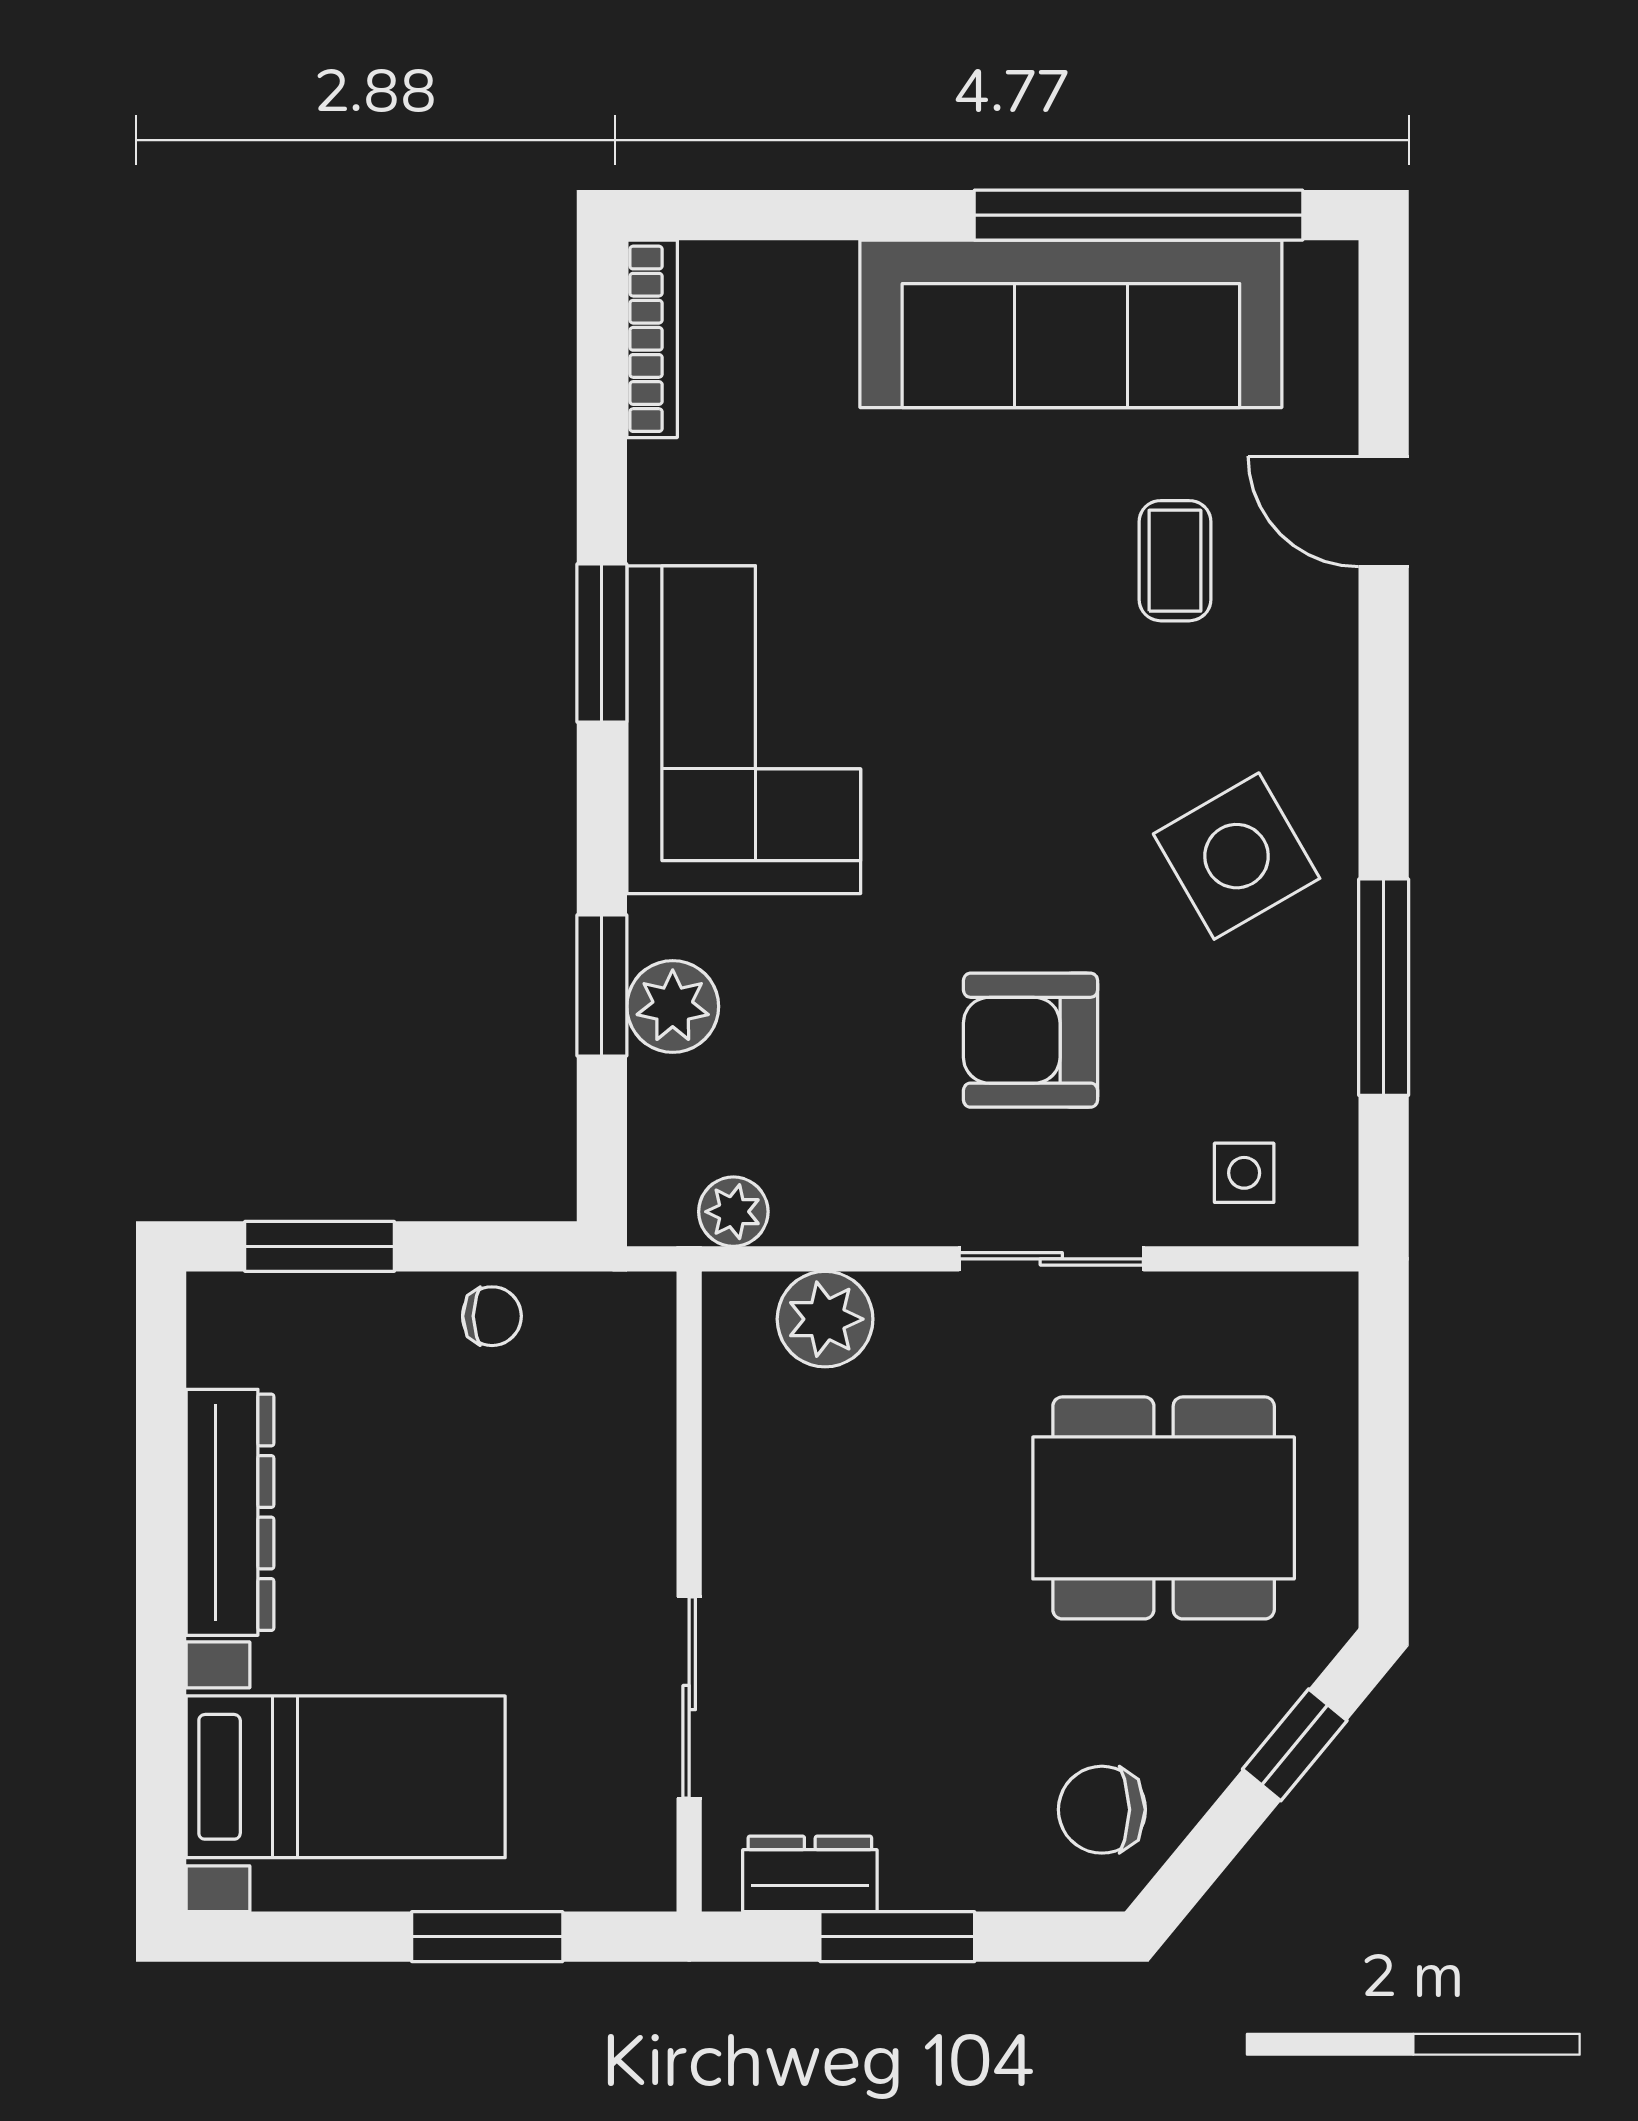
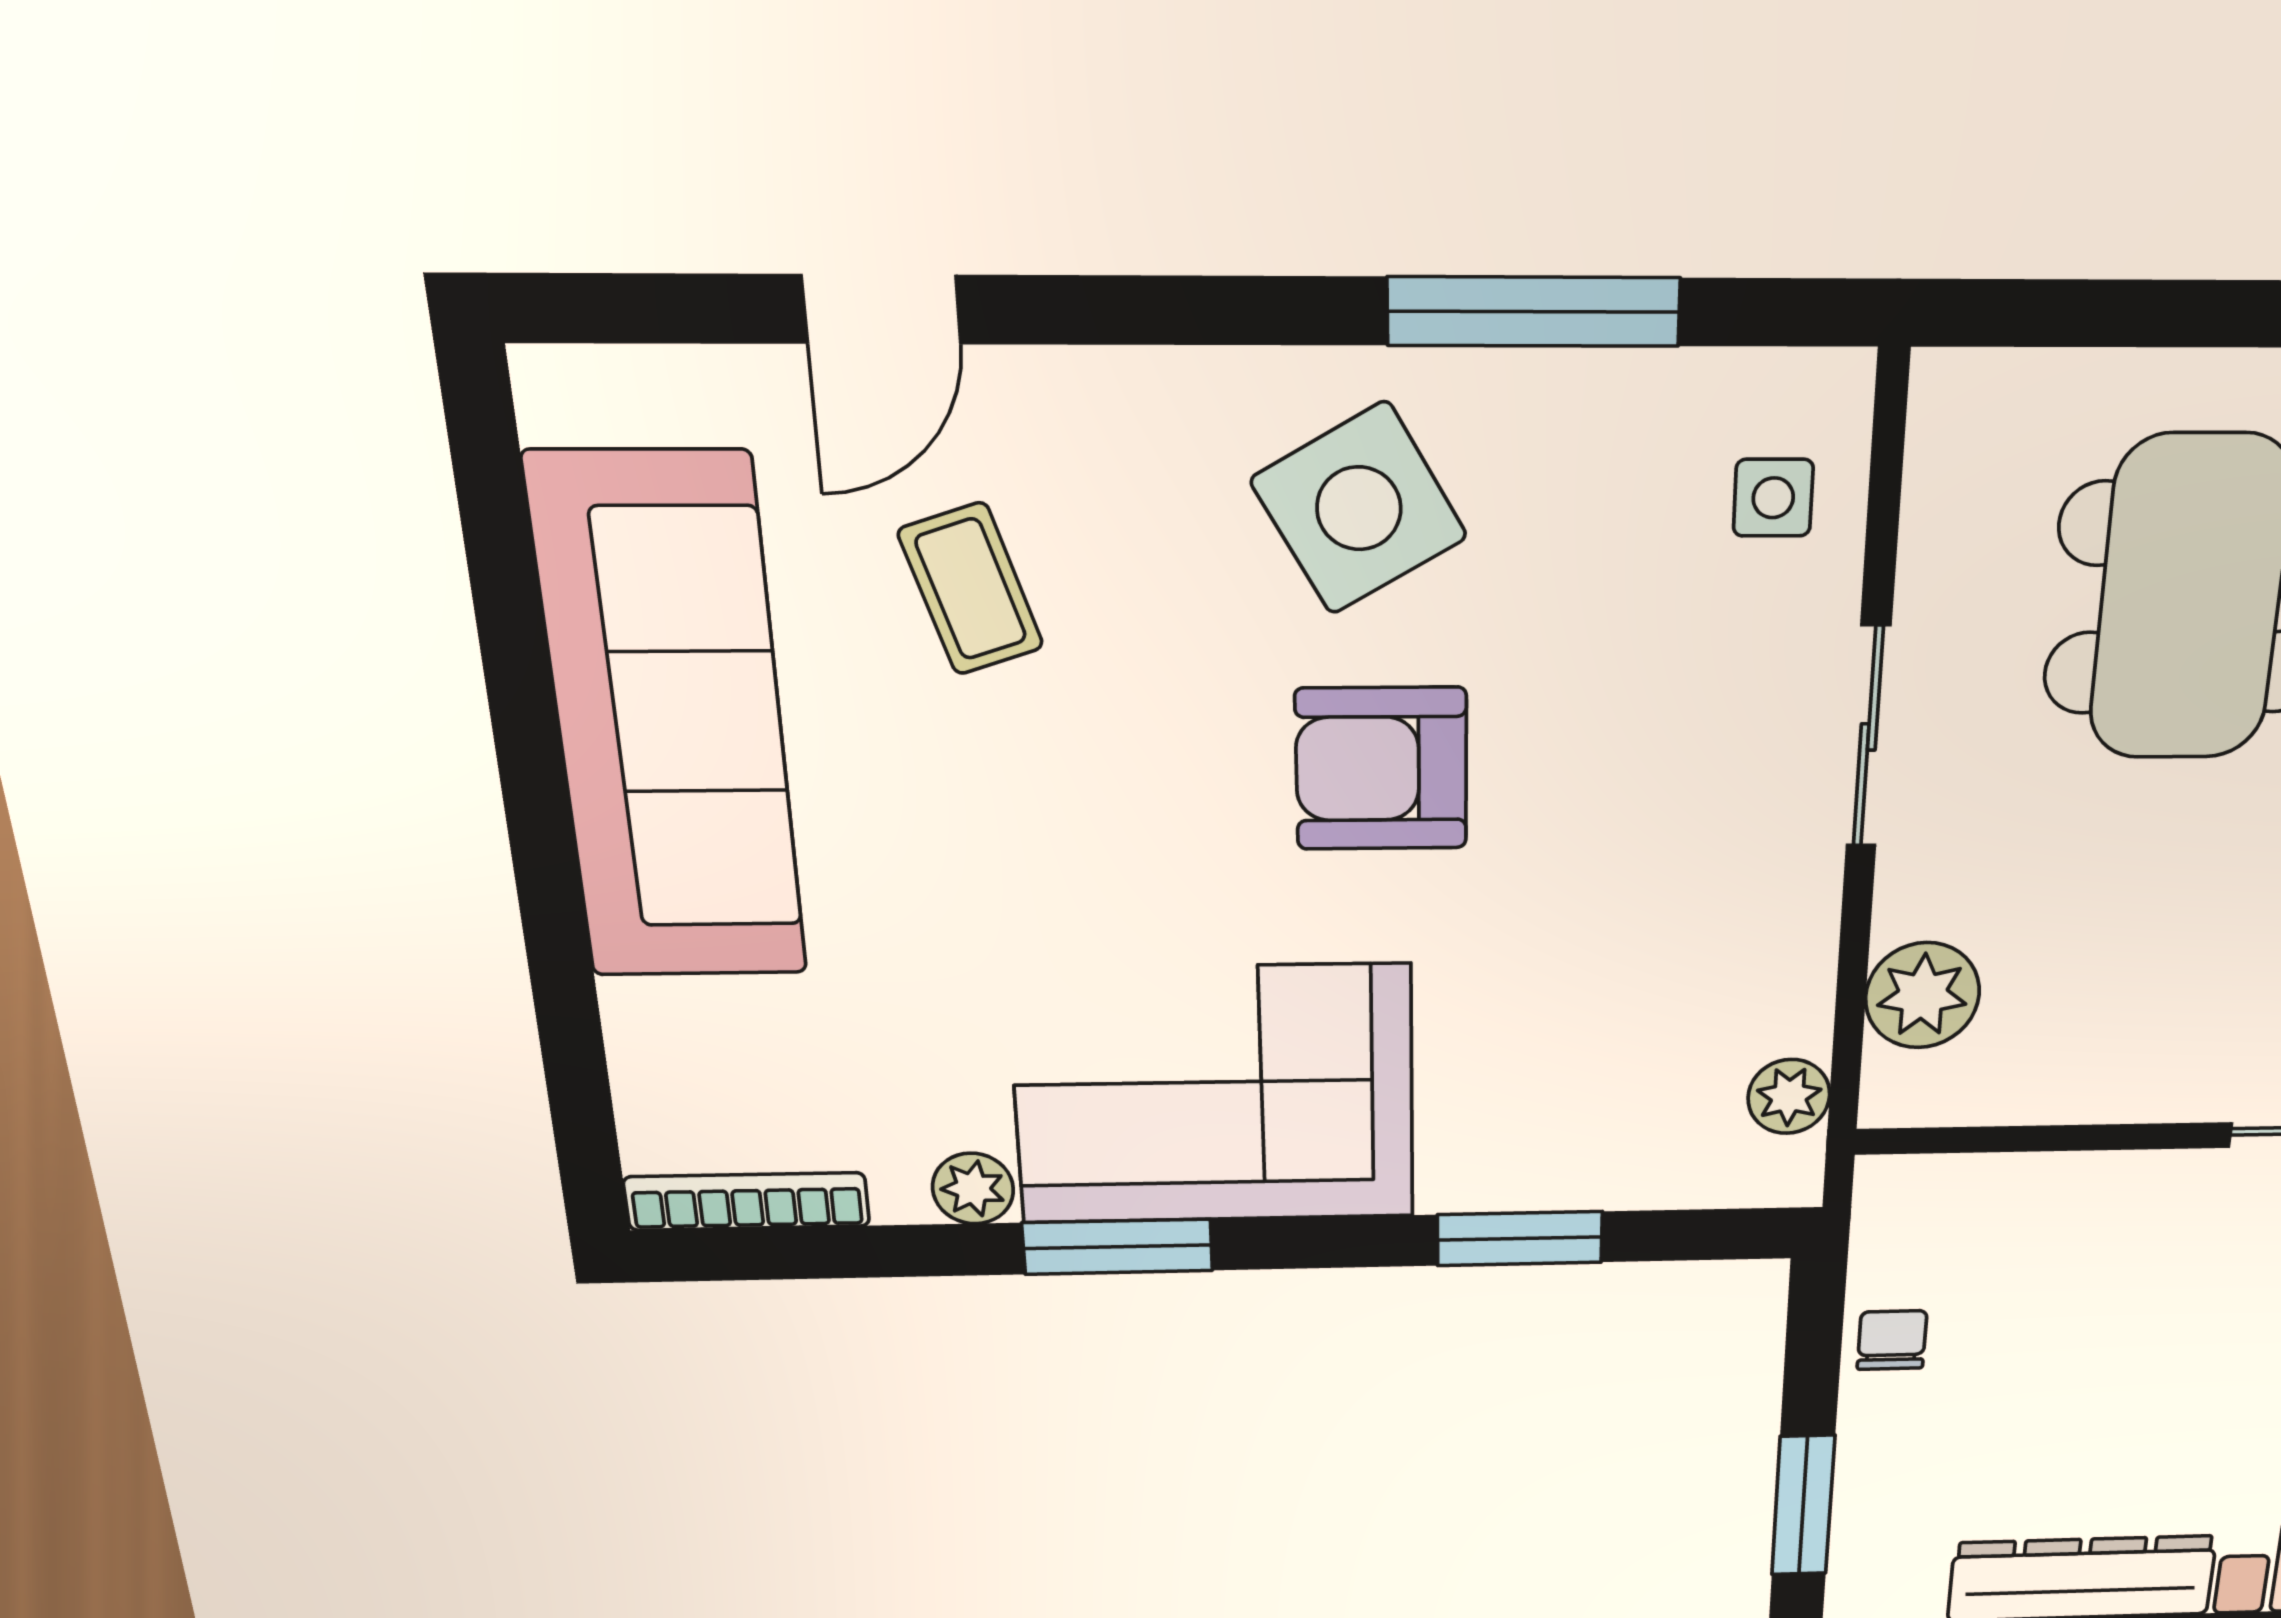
window: (1138, 215) -> (512, 638), removed
coffee table: (1175, 561) -> (971, 589), turned 72
plant: (673, 1006) -> (973, 1189), moved, width x0.73, depth x0.73
armchair: (1031, 1040) -> (1381, 769), moved, turned 90

